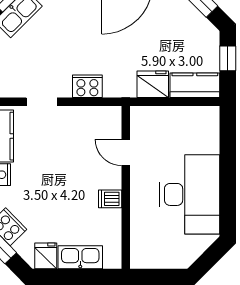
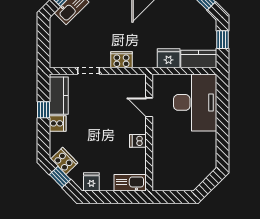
desk: (190, 194) -> (195, 102), moved
kitchen sink: (80, 257) -> (130, 183), moved

